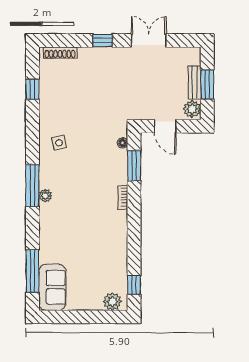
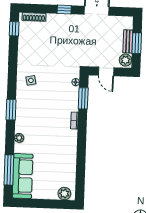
window: (32, 89) -> (14, 29), moved
window: (32, 185) -> (11, 110), width x0.69
plant: (45, 196) -> (19, 138), moved
window: (134, 285) -> (80, 182), removed
sofa: (52, 287) -> (23, 176), width x1.36

